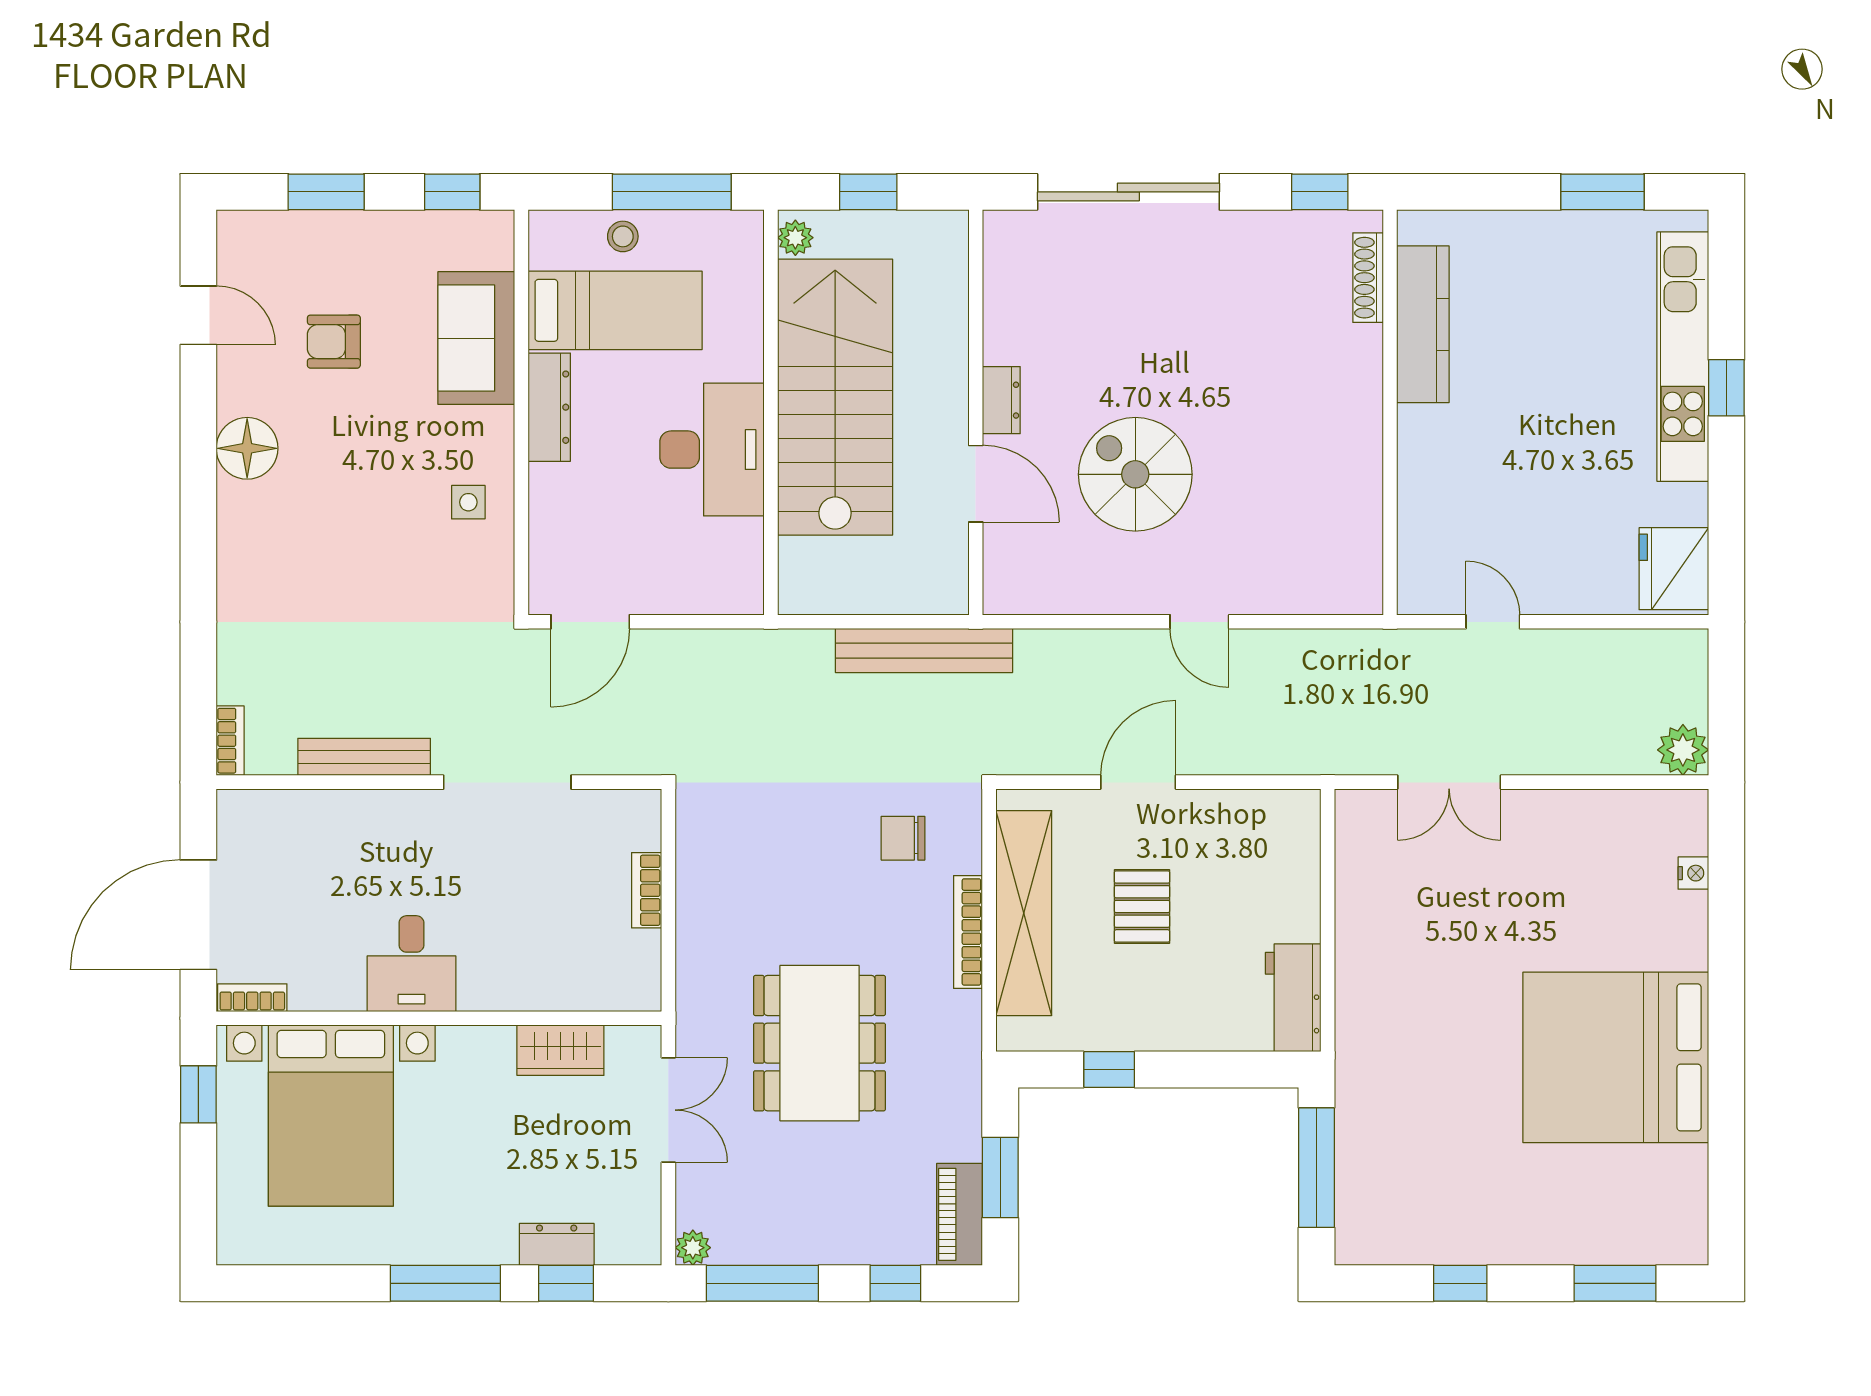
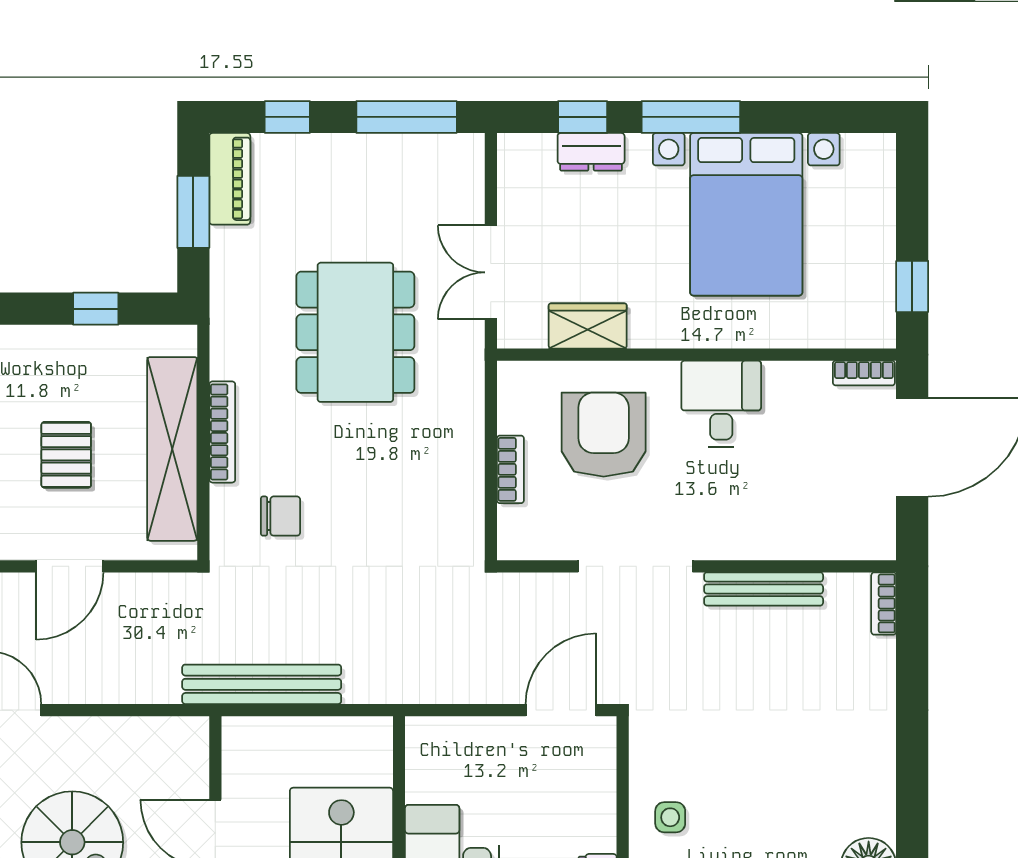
armchair: (543, 929) -> (604, 435), added
bed with nightstands: (331, 1116) -> (746, 214), moved, turned 180
plant: (693, 1248) -> (469, 149), removed

